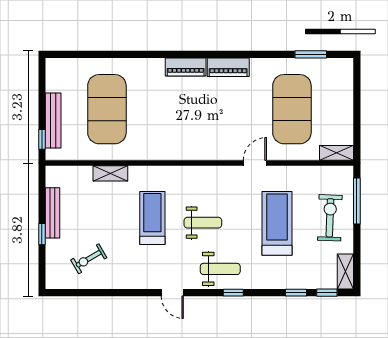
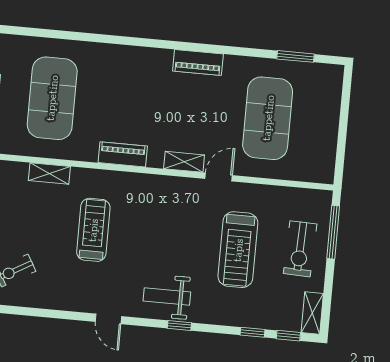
piano: (186, 67) -> (123, 154), moved, turned 180
shelving: (337, 153) -> (184, 162), moved
exercise bike: (330, 218) -> (300, 249), turned 180
weight bench: (203, 223) -> (152, 241), removed
treadmill: (277, 223) -> (238, 250), turned 180
weight bench: (220, 269) -> (167, 296), turned 180

